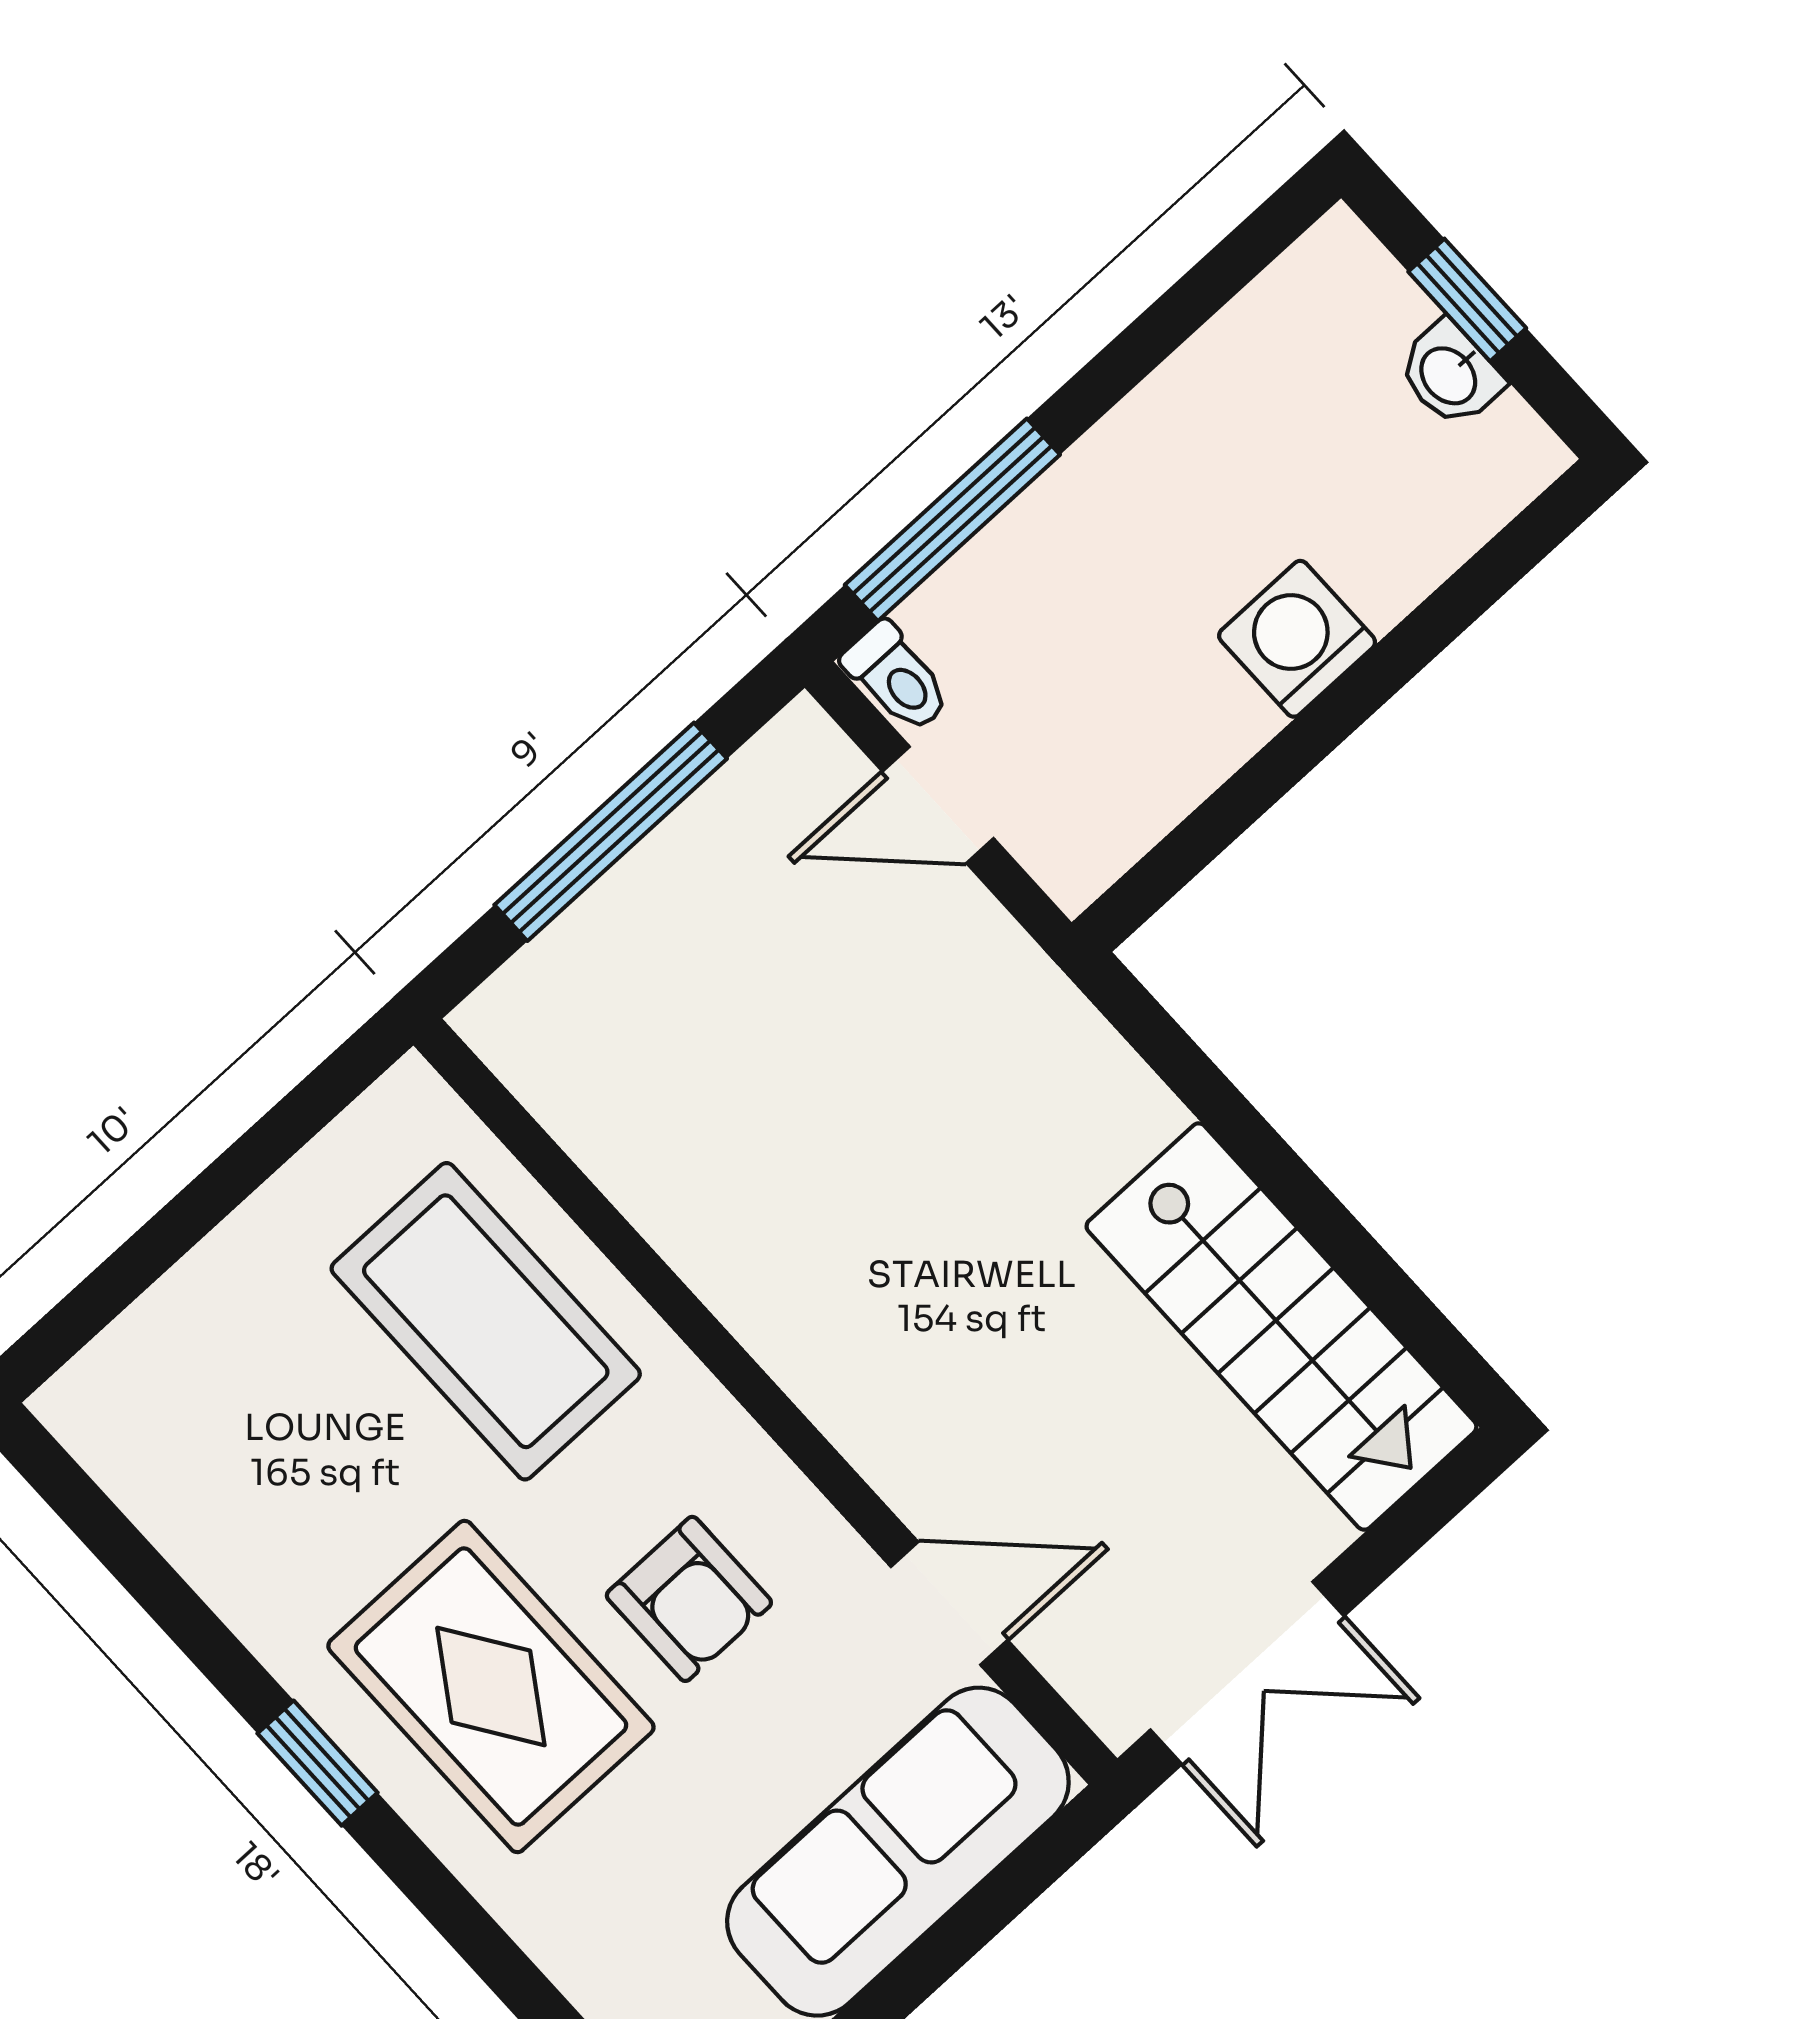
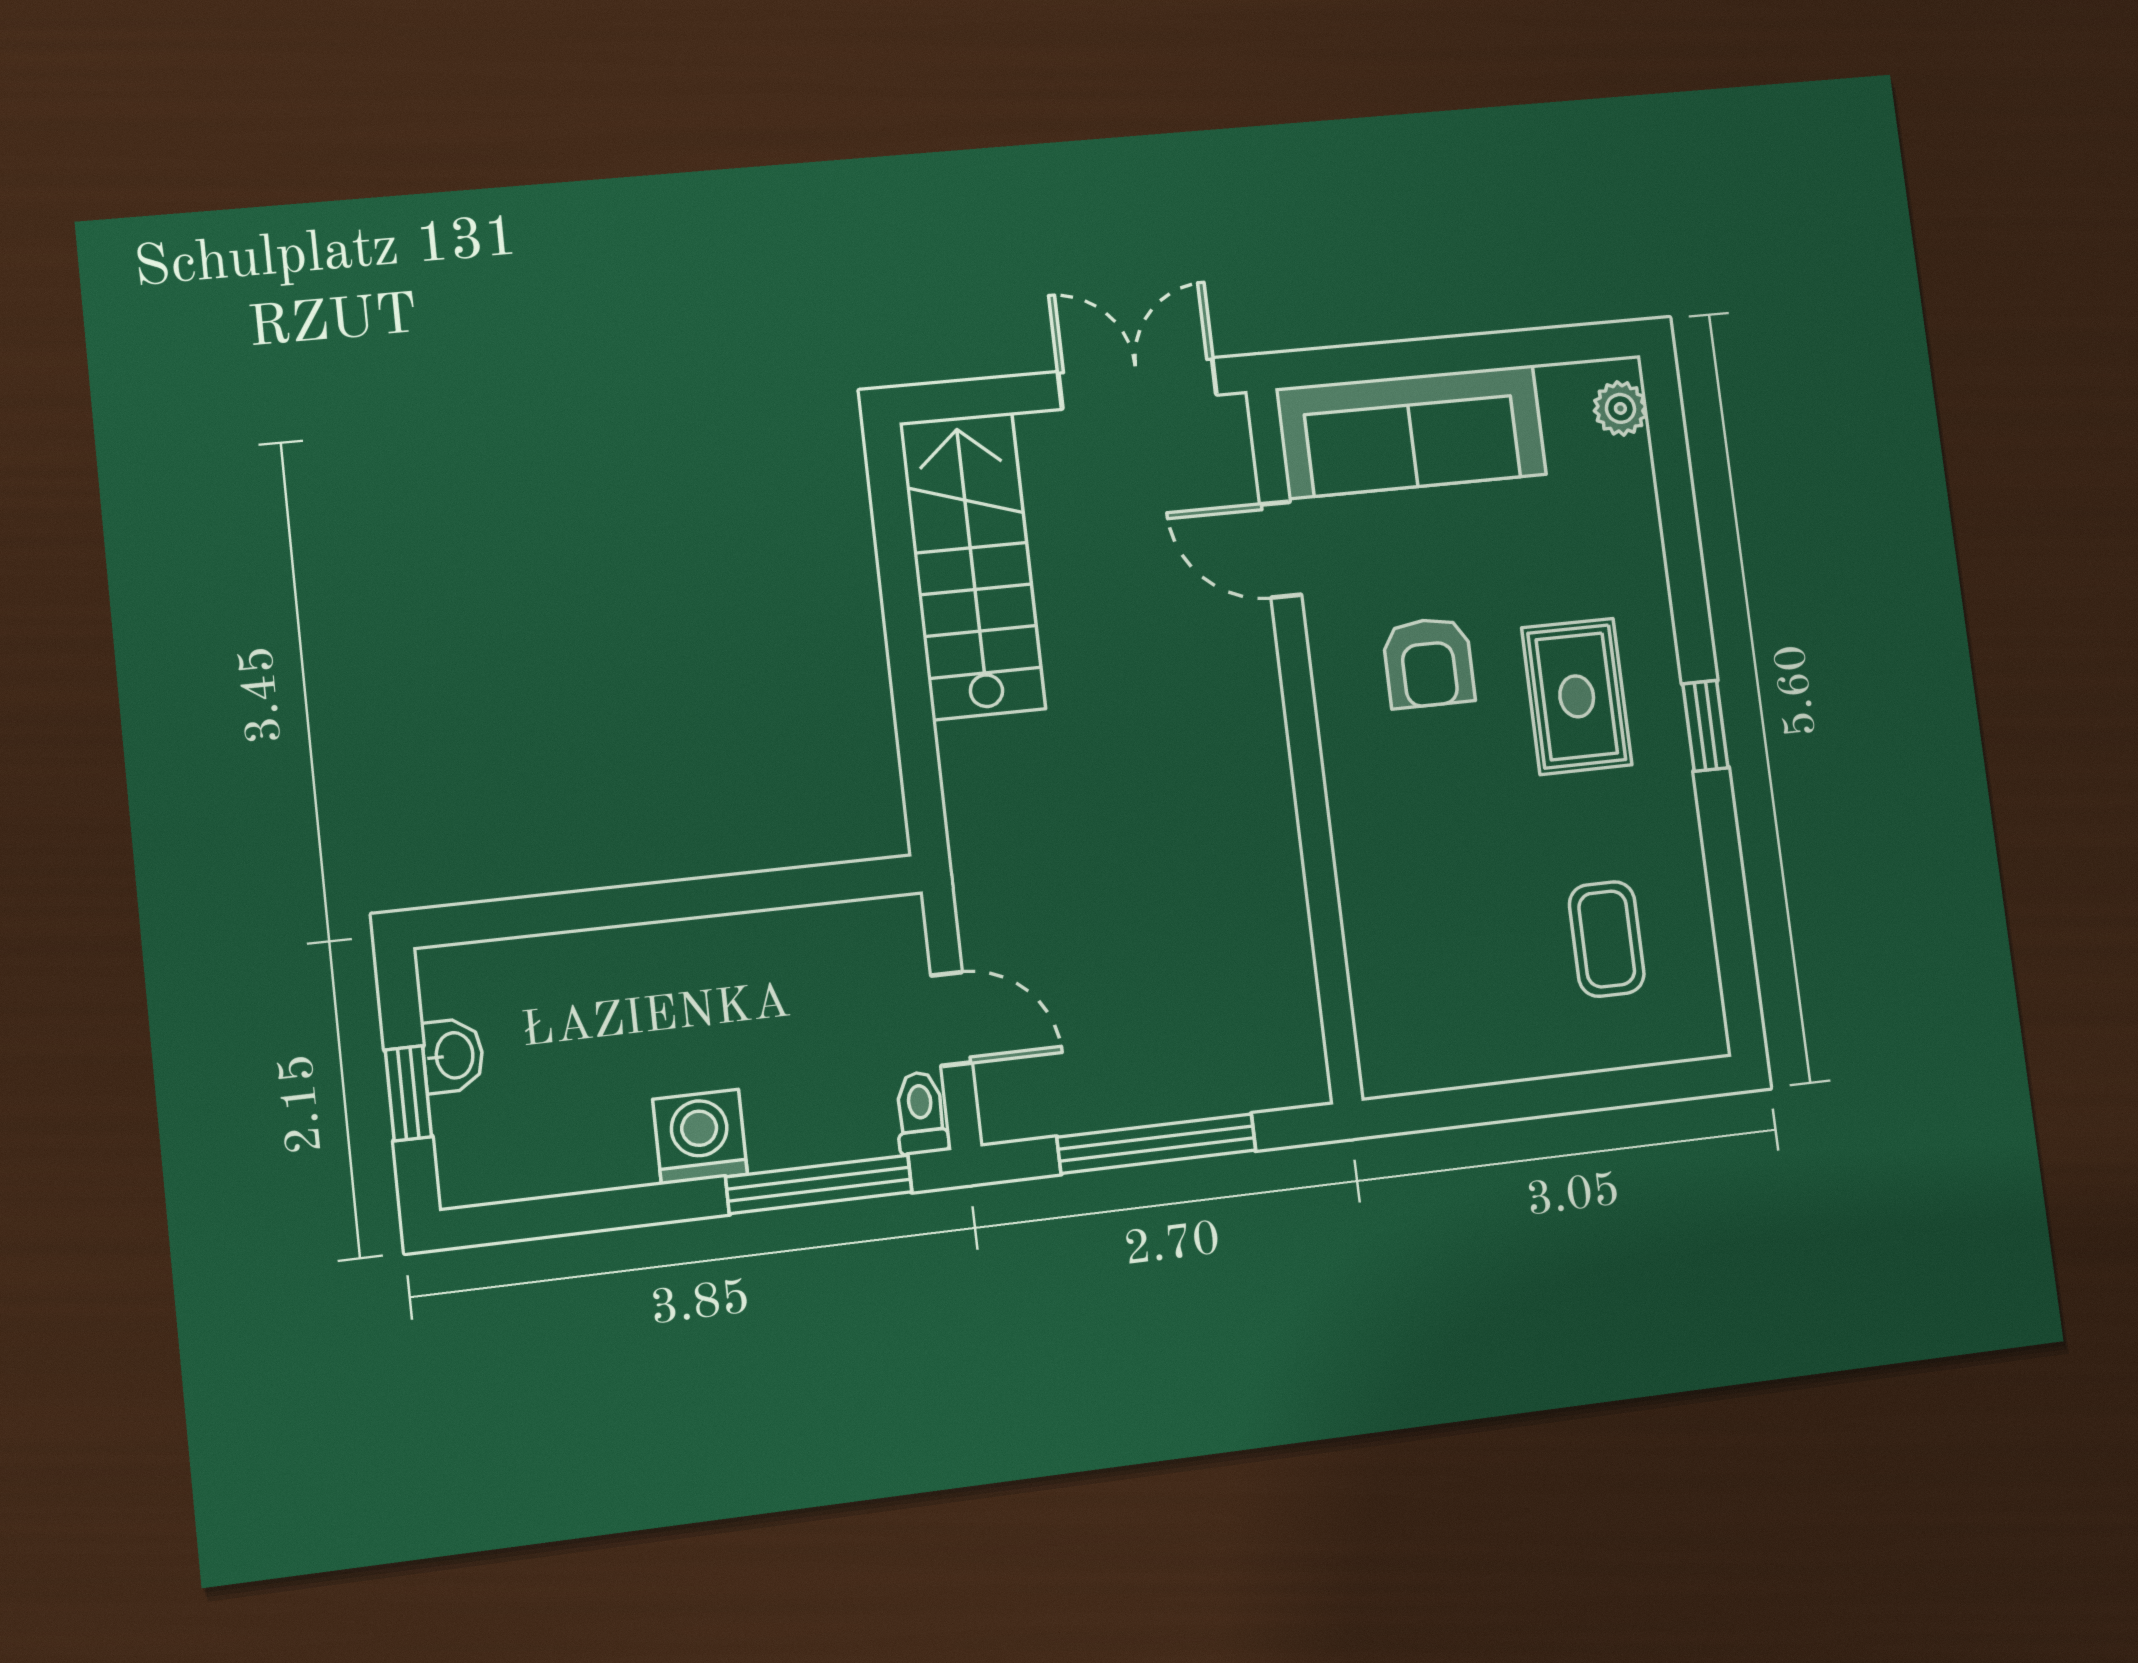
washing machine: (1297, 639) -> (700, 1137), moved, turned 180
coffee table: (486, 1321) -> (1607, 939), moved, width x0.54, depth x0.58
armchair: (689, 1599) -> (1428, 663), turned 180
rug: (491, 1687) -> (1577, 696), width x0.73, depth x0.70

